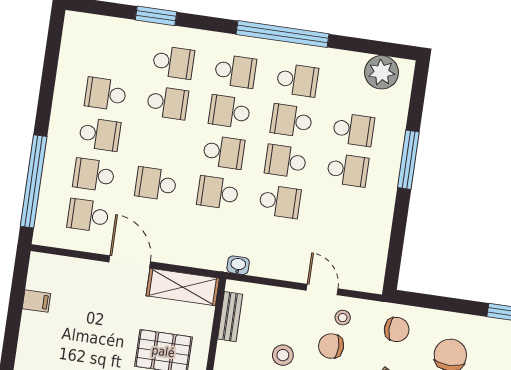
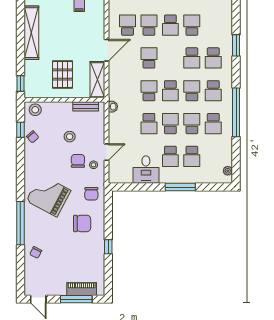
plant: (382, 72) -> (228, 171), width x0.53, depth x0.53
desk: (366, 220) -> (146, 170), added

